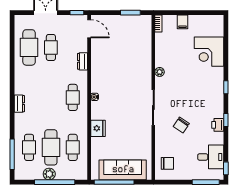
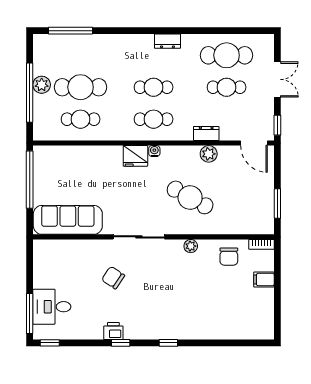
door: (89, 29) -> (254, 143), hinge flipped
corner desk: (209, 52) -> (220, 318), removed
plant: (97, 60) -> (209, 154), added
cafe table: (126, 72) -> (190, 197), added
dresser: (19, 104) -> (167, 41), moved
fridge: (98, 128) -> (135, 156), moved
cafe table: (29, 147) -> (154, 87), moved
desk: (211, 157) -> (52, 307), moved, turned 90
chair: (167, 163) -> (229, 257), moved
sofa: (123, 170) -> (68, 220), moved, turned -90

